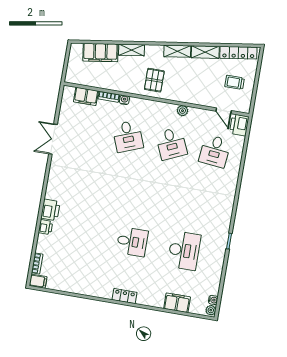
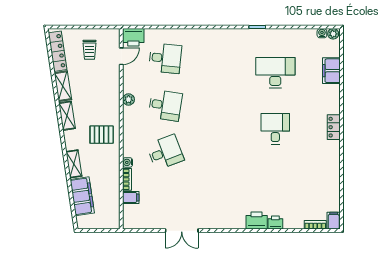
filing cabinet: (86, 96) -> (131, 197), width x0.50
desk: (171, 144) -> (165, 105), turned 33

